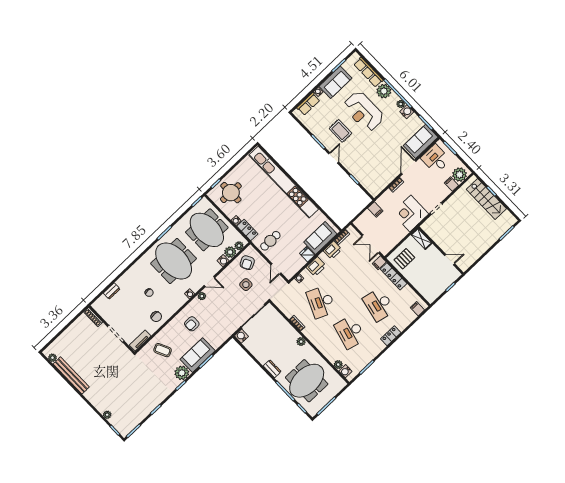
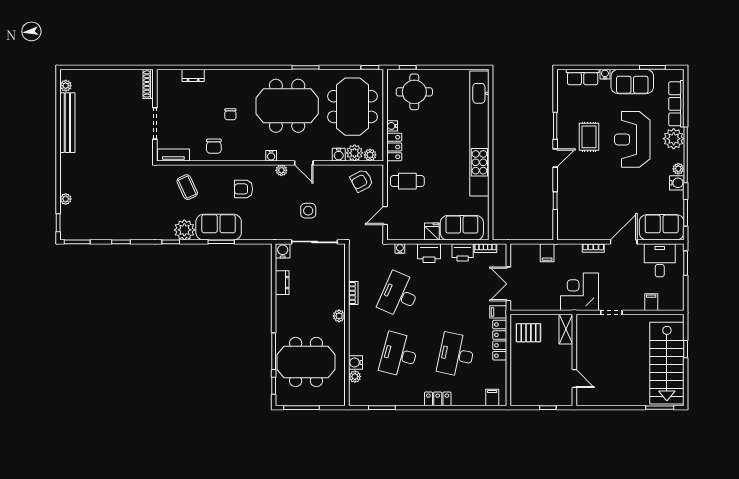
plant: (460, 175) -> (669, 300), removed
stairs: (486, 199) -> (667, 363), width x1.36, depth x1.51
meeting table: (174, 261) -> (287, 106), turned 90
side table: (246, 285) -> (308, 211), moved
dresser: (272, 369) -> (282, 283), moved
water cooler: (345, 371) -> (356, 362), moved

